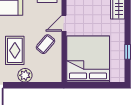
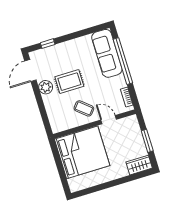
window: (128, 52) -> (100, 187), removed
plant: (25, 75) -> (46, 87), moved

